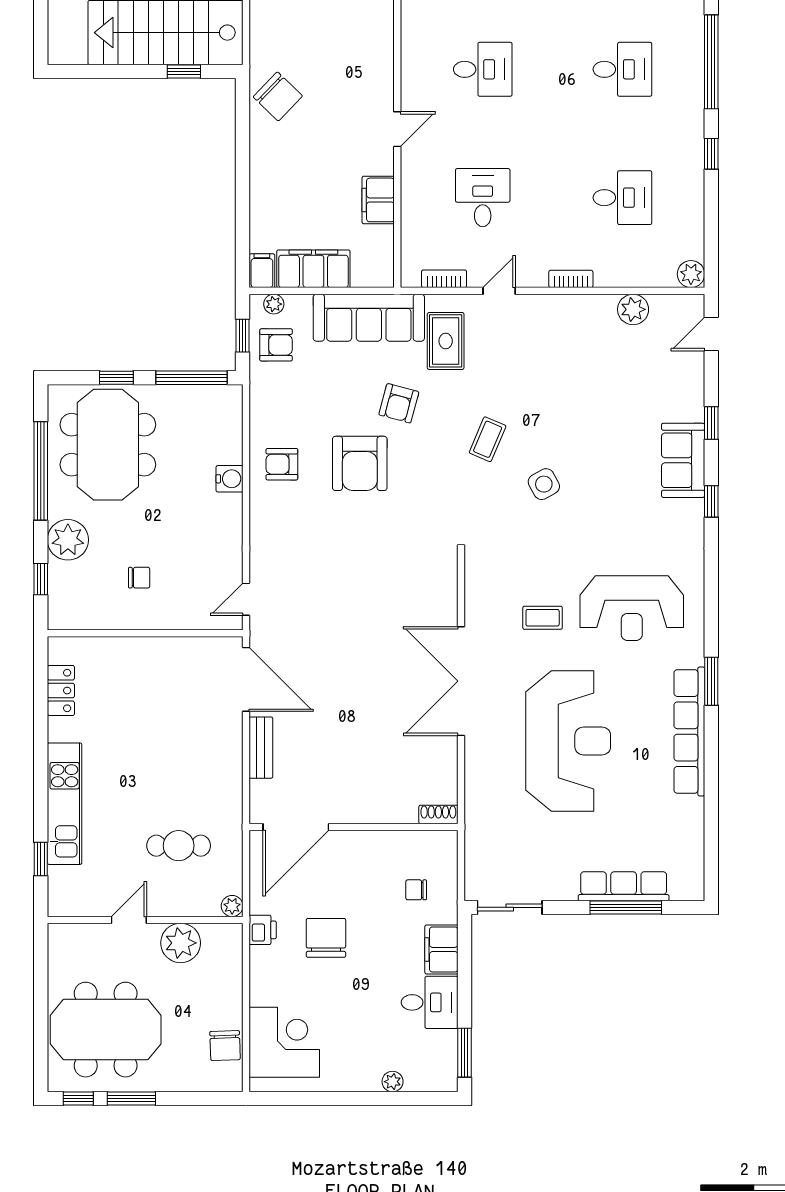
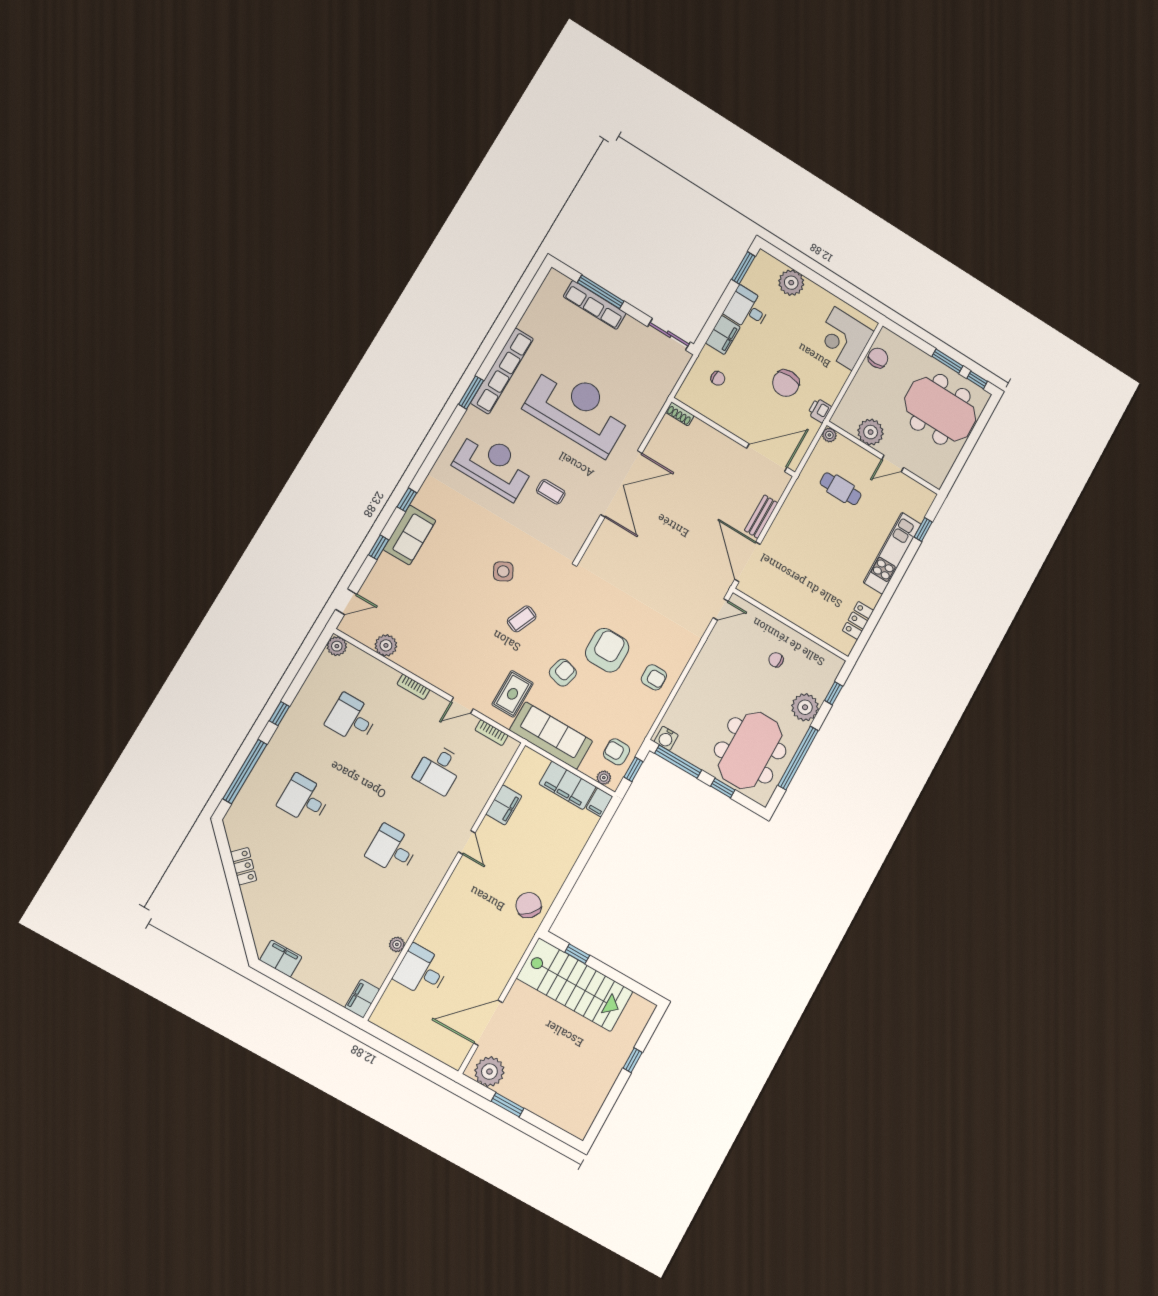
door: (397, 129) -> (467, 842), swing flipped
water cooler: (230, 479) -> (666, 738), moved, turned -90
reception desk: (568, 741) -> (578, 410), turned 90
plant: (393, 1082) -> (791, 283), width x1.88, depth x1.88

